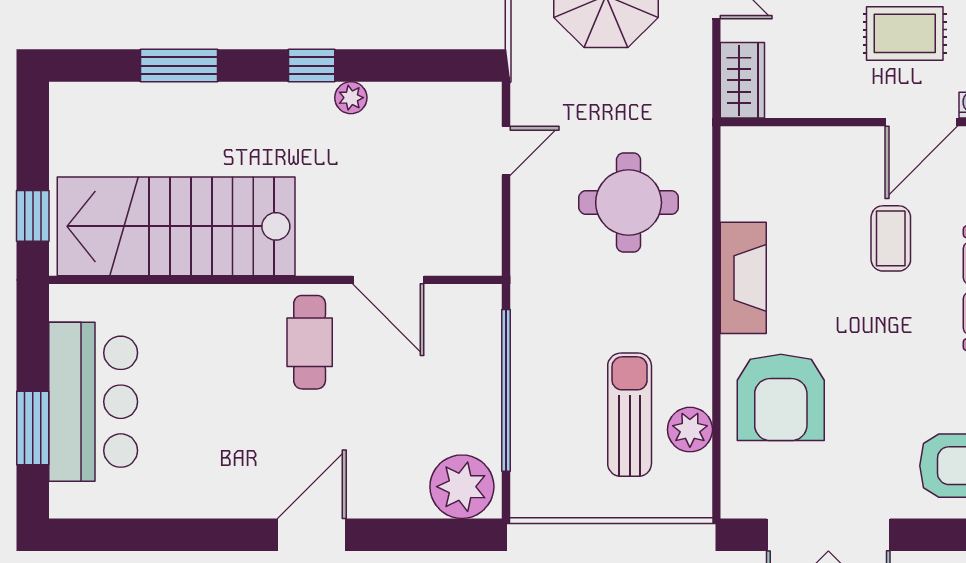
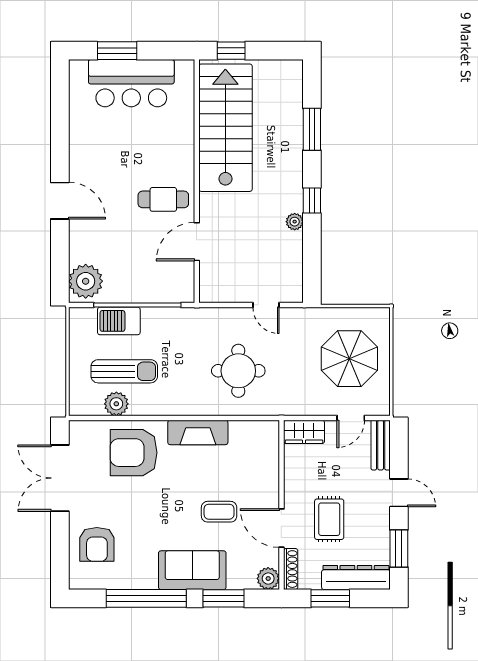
barbecue: (536, 425) -> (119, 321), added

